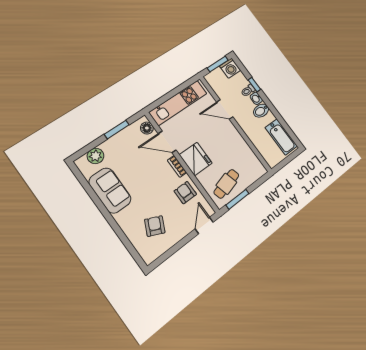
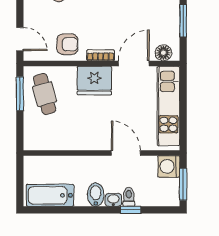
washing machine: (230, 68) -> (169, 166), moved
door: (225, 109) -> (126, 153), hinge flipped

